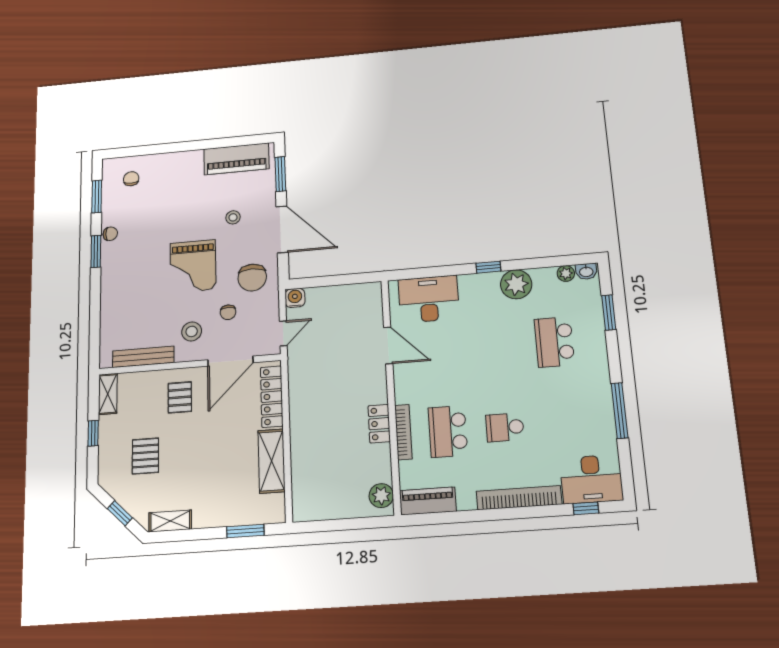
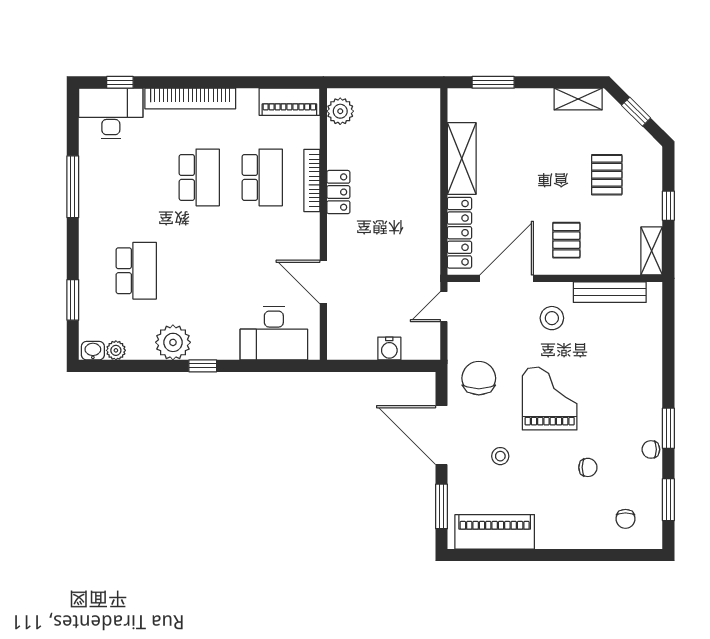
water cooler: (295, 298) -> (389, 349), moved
chair: (228, 312) -> (588, 467), moved, turned 90
school desk: (505, 427) -> (199, 177), width x1.85

